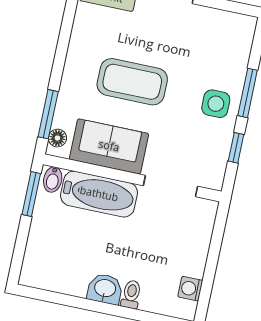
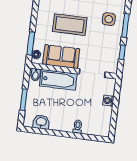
side table: (216, 104) -> (109, 19), moved
window: (31, 194) -> (24, 100), moved
washbasin: (105, 289) -> (41, 122), moved
washing machine: (190, 289) -> (108, 101), moved

